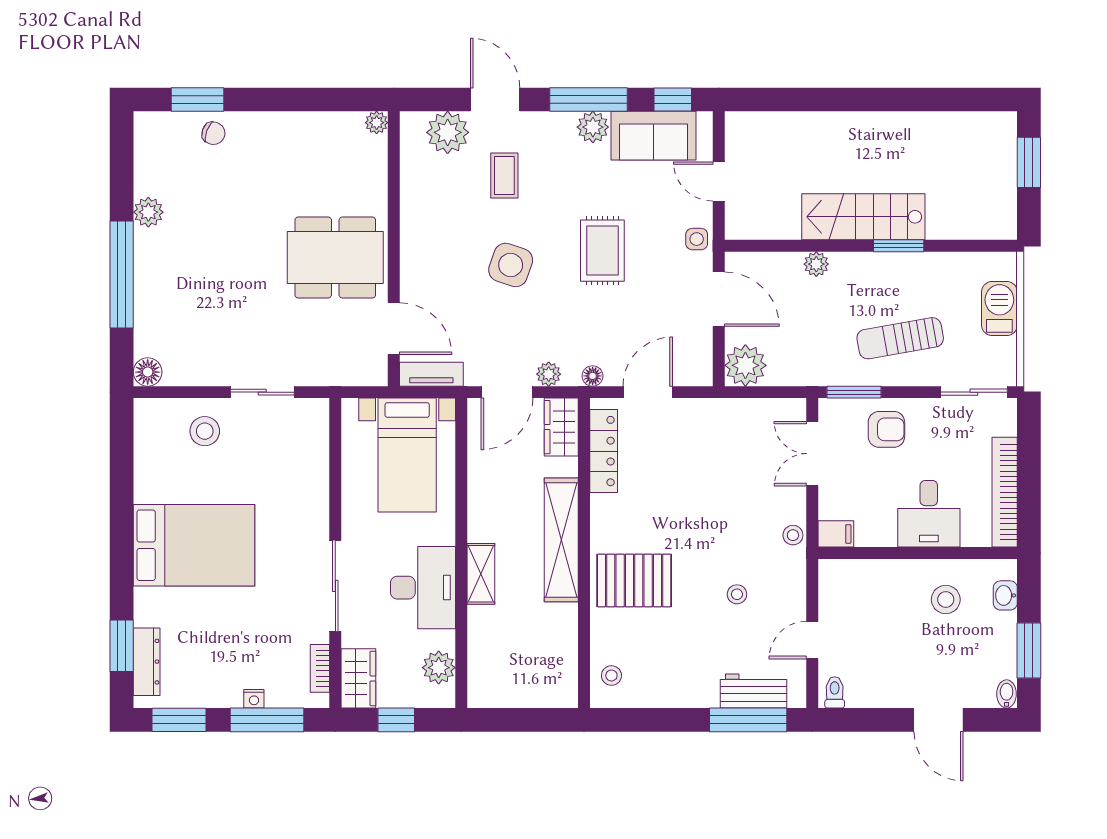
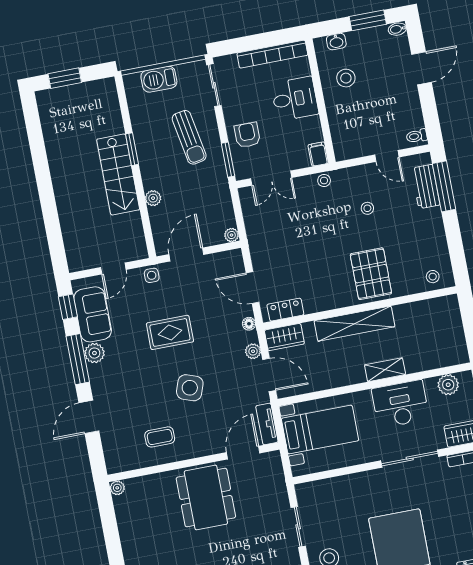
plant: (448, 132) -> (115, 443), removed
coffee table: (504, 175) -> (160, 437), moved
plant: (745, 365) -> (232, 235), width x0.53, depth x0.53
locker: (604, 451) -> (285, 310), width x0.66

